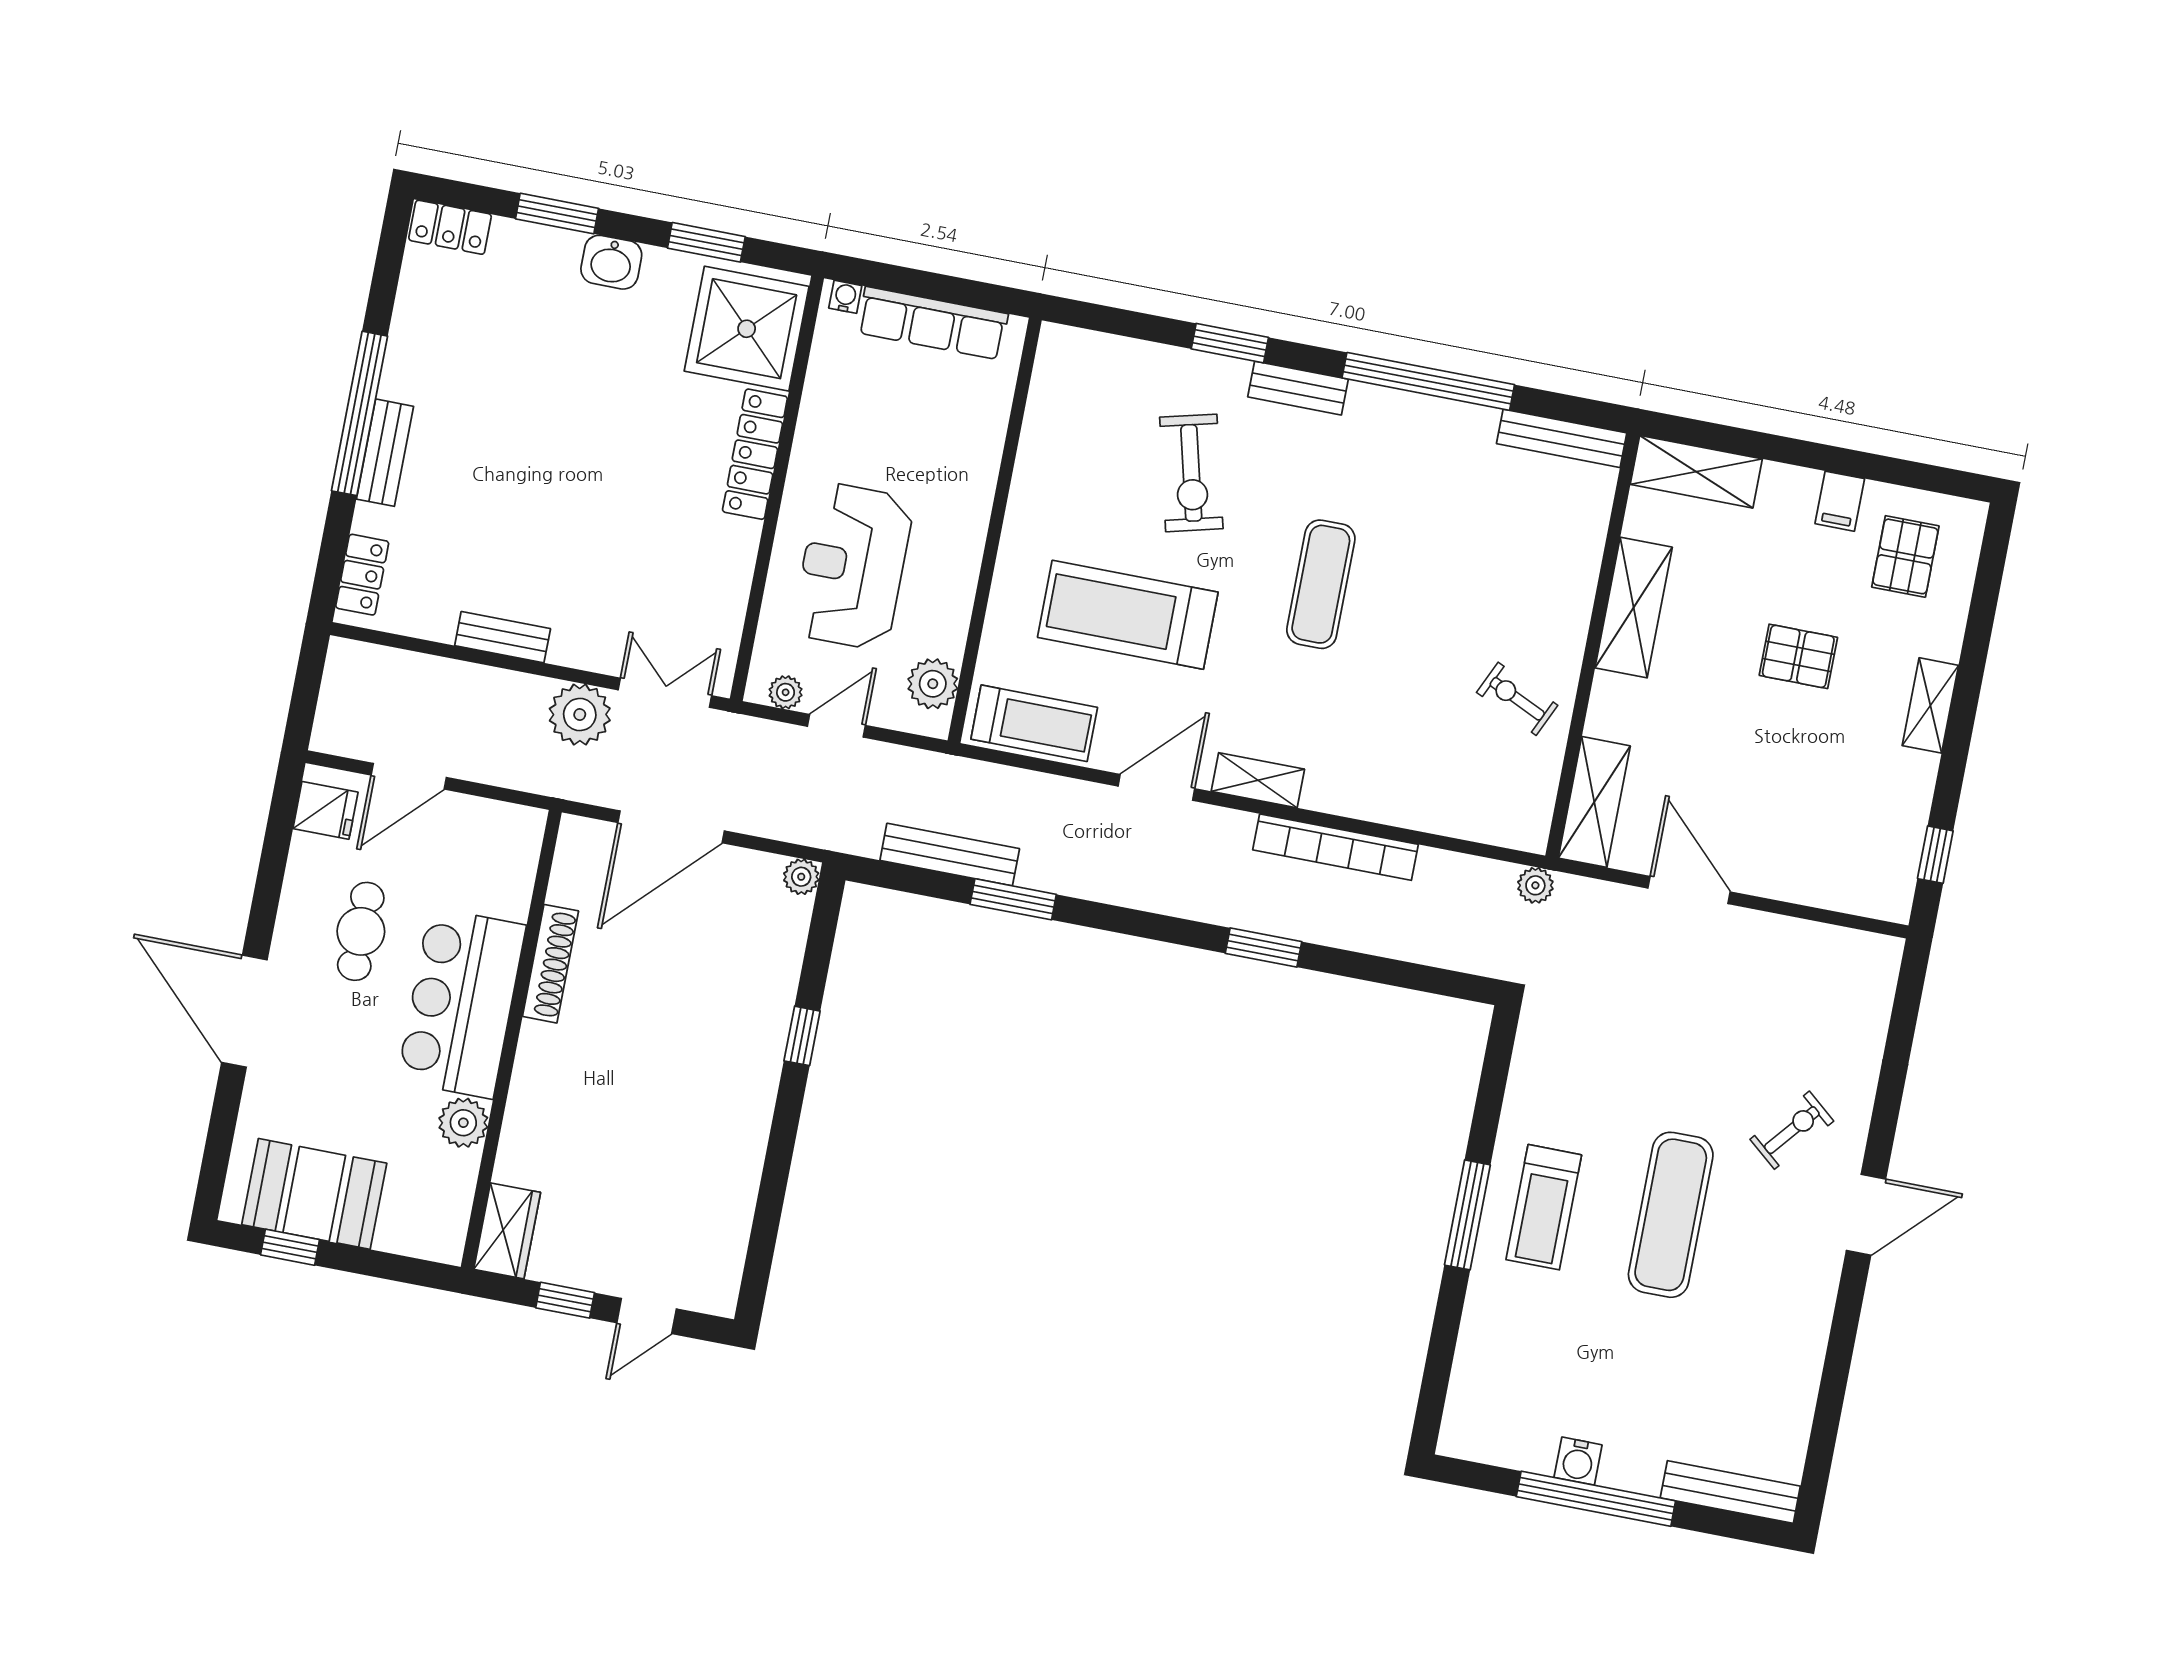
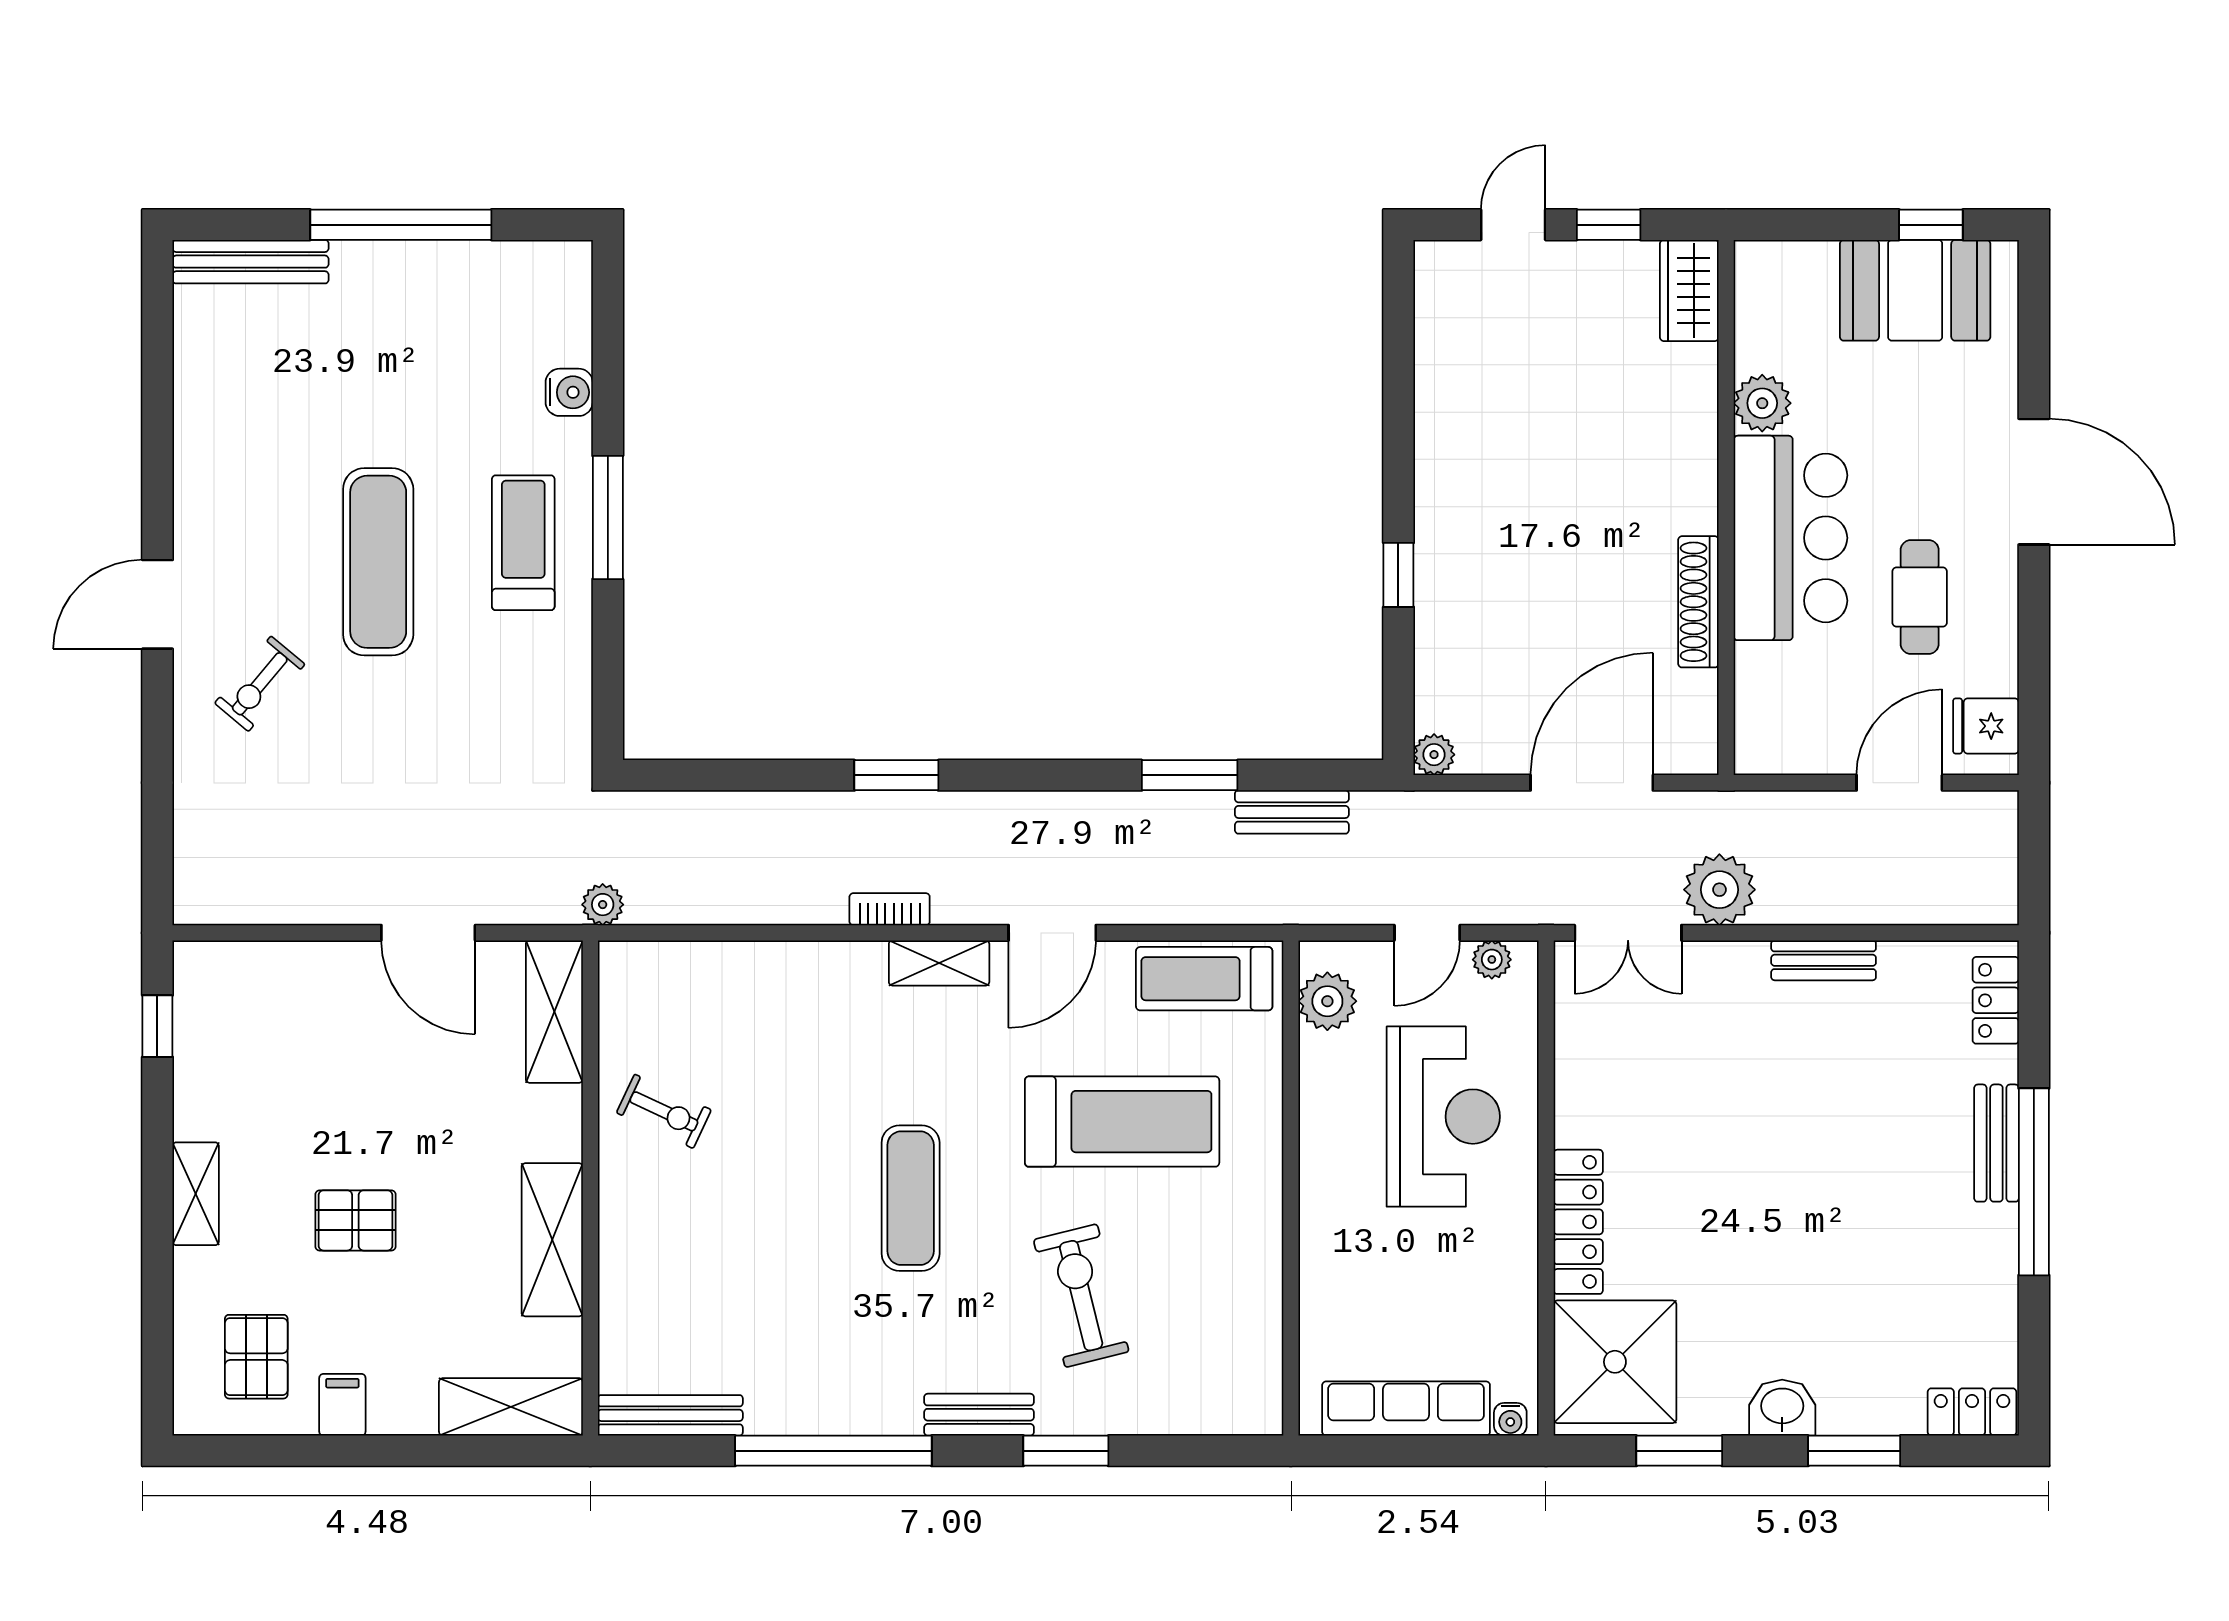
bookcase: (1336, 847) -> (890, 909), width x0.43, depth x0.76
bench: (950, 855) -> (1292, 812), width x0.73
water cooler: (1578, 1461) -> (569, 392), moved, turned 90

